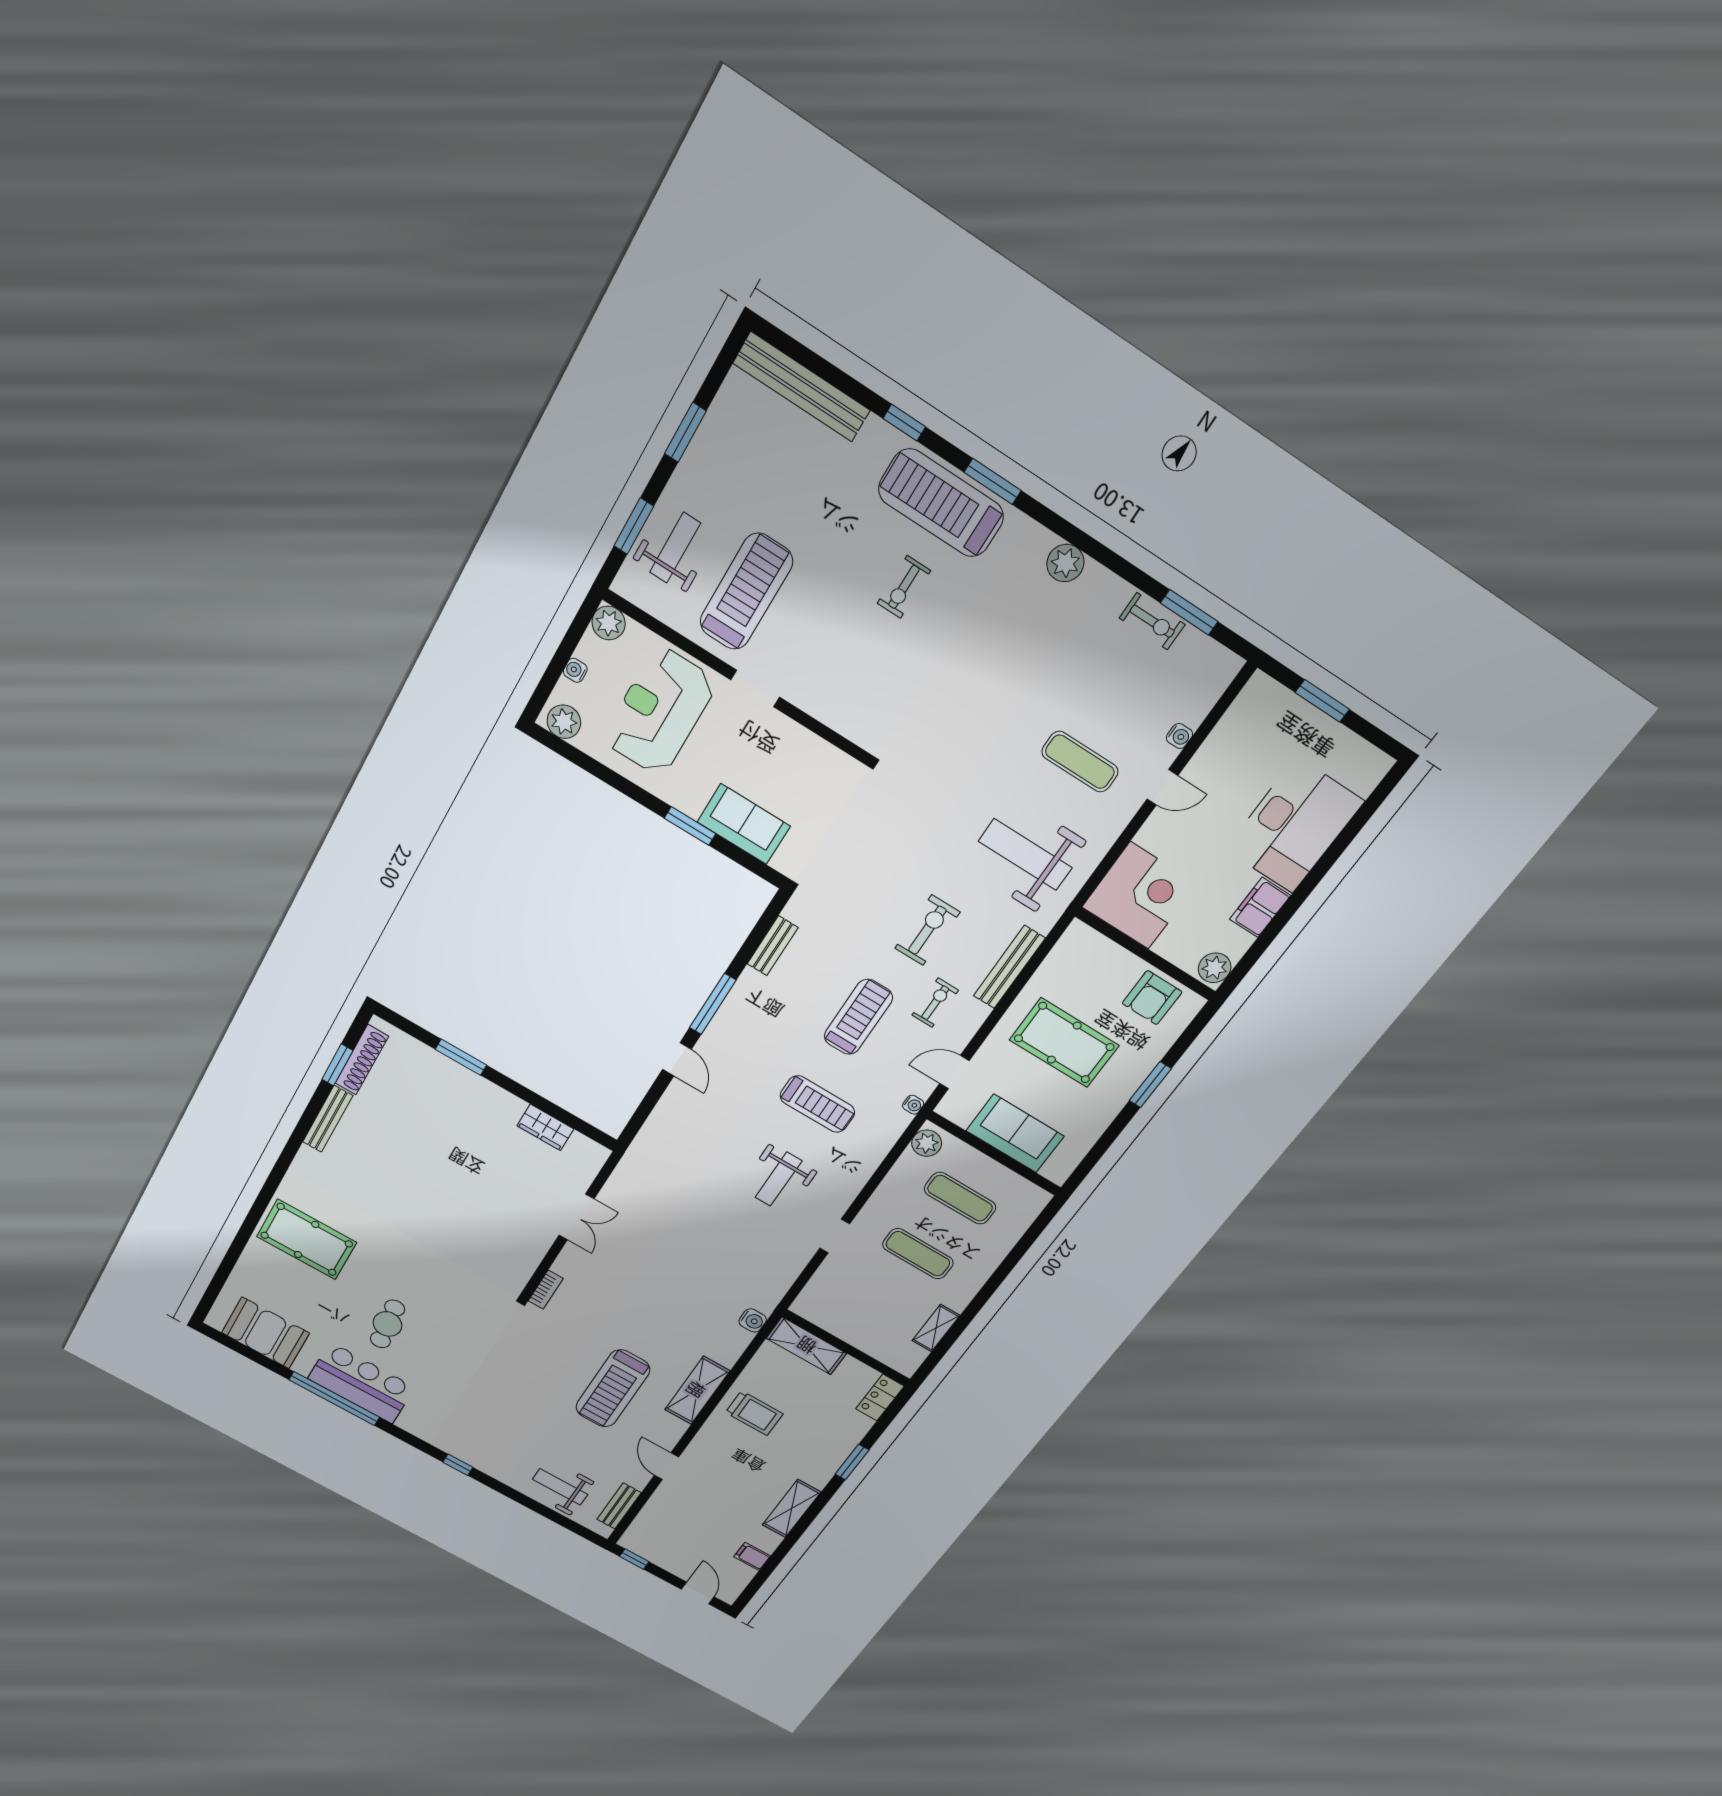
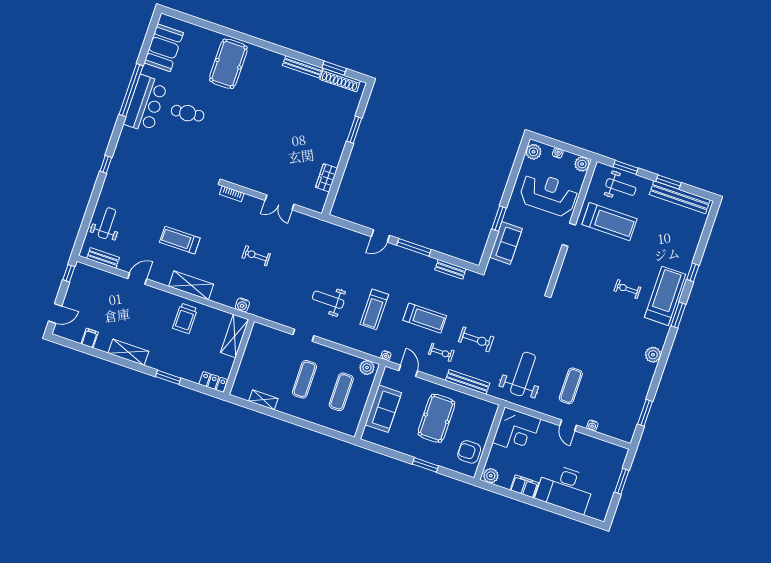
bench: (802, 387) -> (680, 197), moved, turned 90
exercise bike: (1152, 621) -> (256, 256), moved, turned 90
treadmill: (613, 1389) -> (180, 240), width x0.73, depth x0.73

